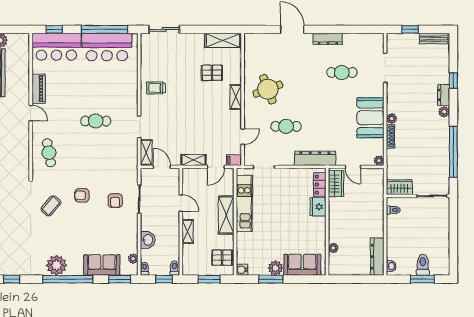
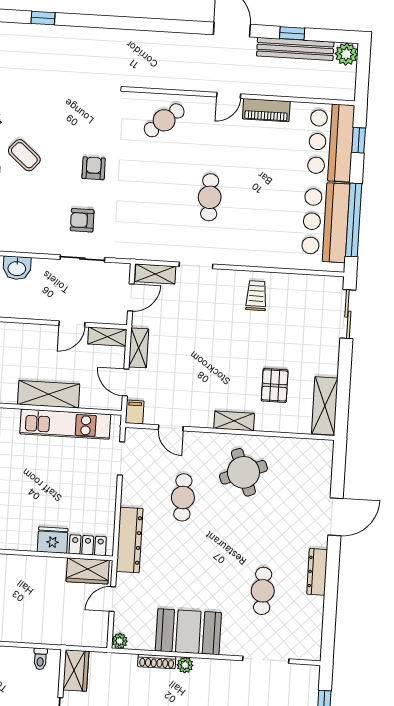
cafe table: (49, 153) -> (164, 120), turned -30
coffee table: (51, 206) -> (24, 155), moved
shelving: (188, 231) -> (107, 337), moved

